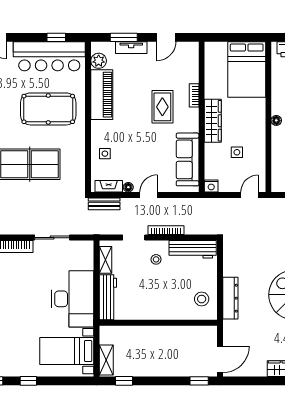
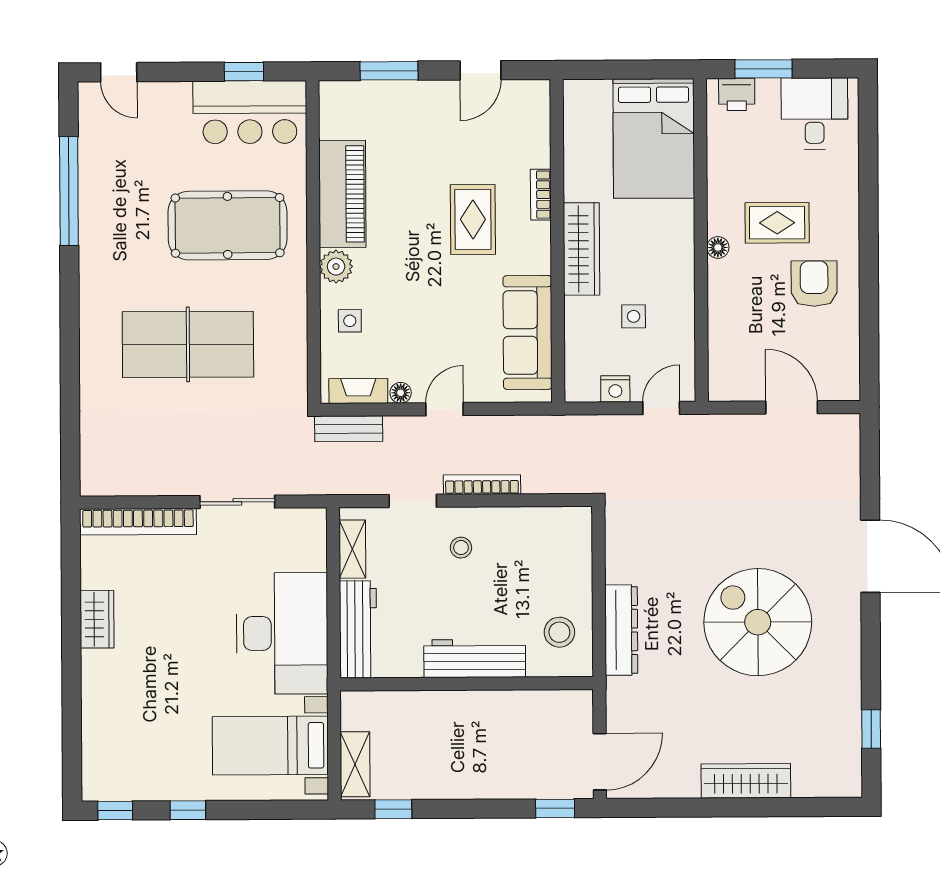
tv unit: (131, 48) -> (405, 93), removed
bar counter: (49, 56) -> (250, 112), width x0.73
plant: (99, 61) -> (336, 267), moved
nightstand: (211, 186) -> (615, 389), moved
workbench: (193, 249) -> (475, 658), moved, turned 180

